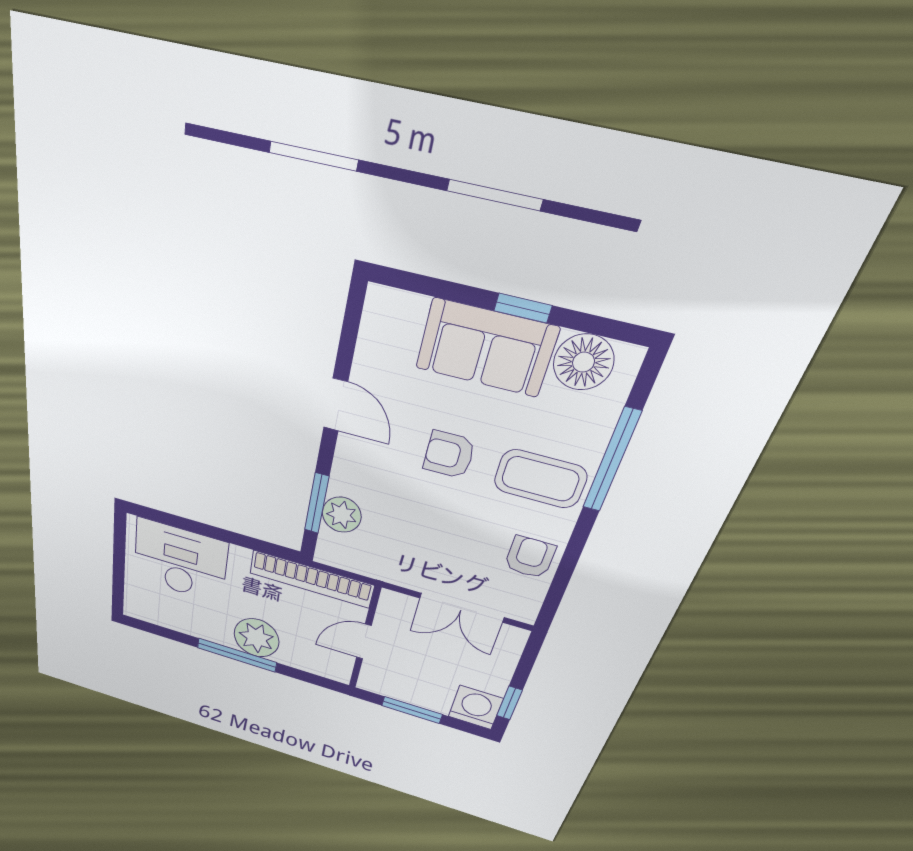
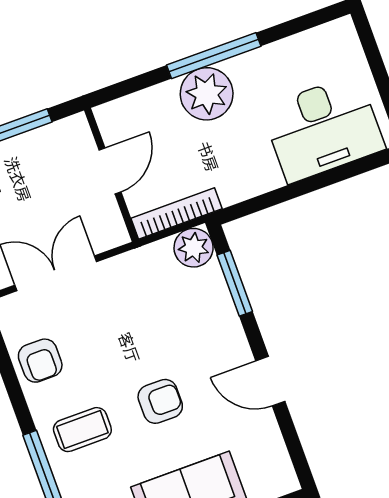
coffee table: (540, 479) -> (82, 430), width x0.73, depth x0.77
plant: (342, 515) -> (194, 248), moved
bookcase: (311, 579) -> (177, 214), width x0.68, depth x0.76

